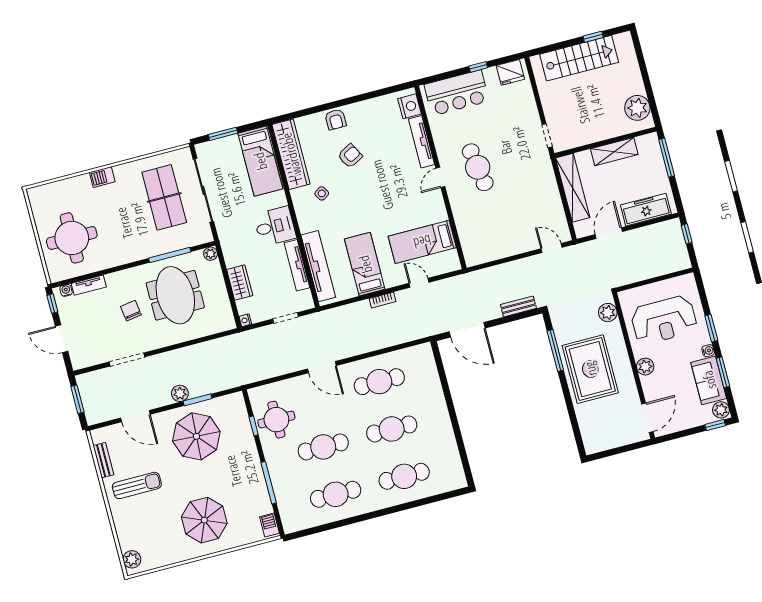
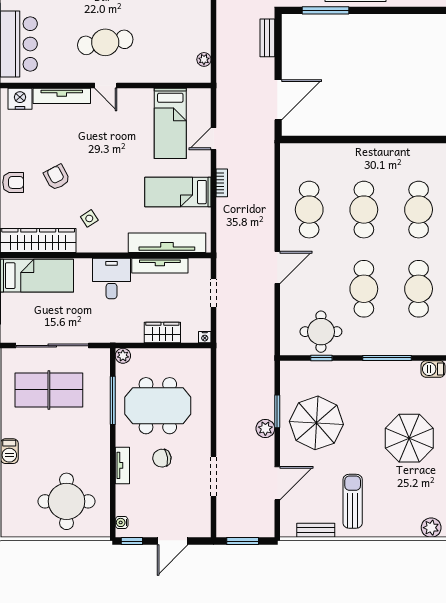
plant: (485, 257) -> (204, 59), added
tv unit: (89, 285) -> (122, 465), moved

